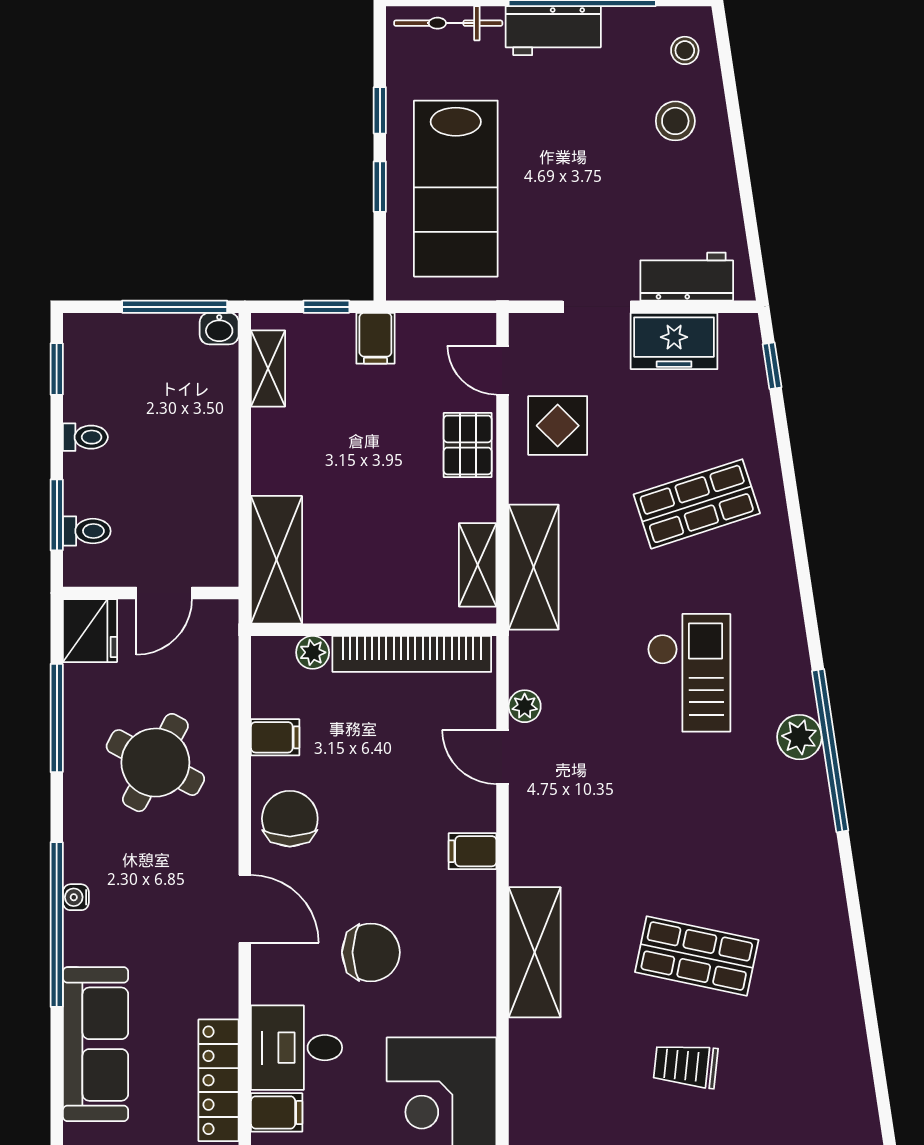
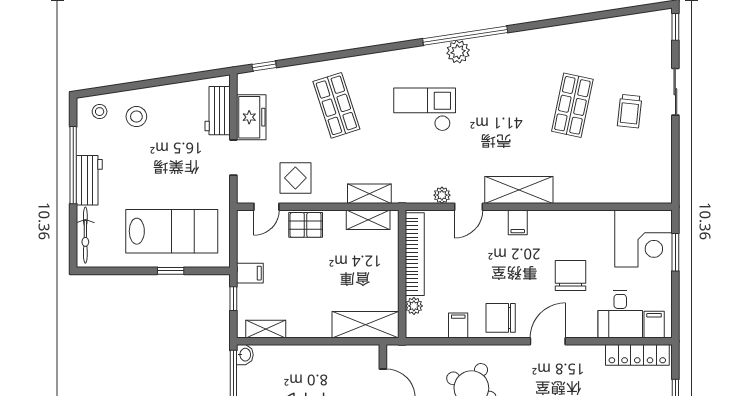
window: (380, 110) -> (131, 271), removed
shelving: (534, 567) -> (369, 194), width x0.67, depth x0.75
shelving: (535, 952) -> (519, 190), moved

